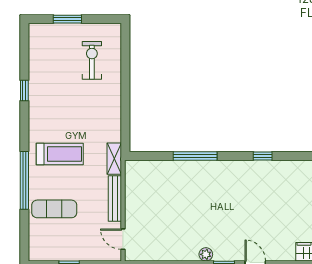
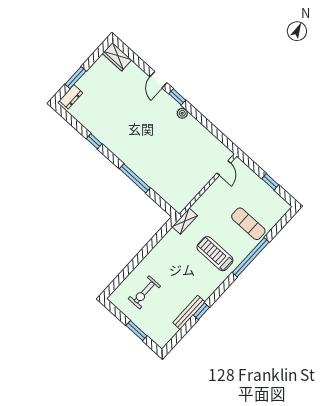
bench: (115, 199) -> (189, 312), moved

